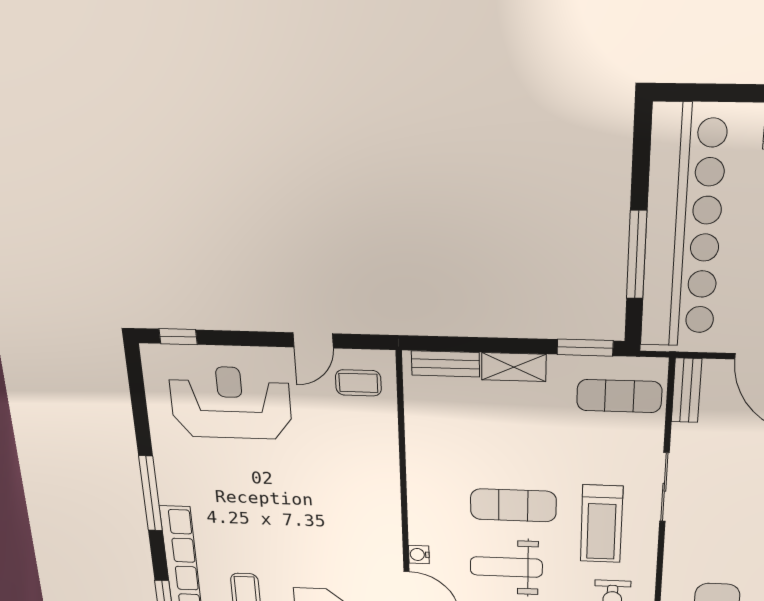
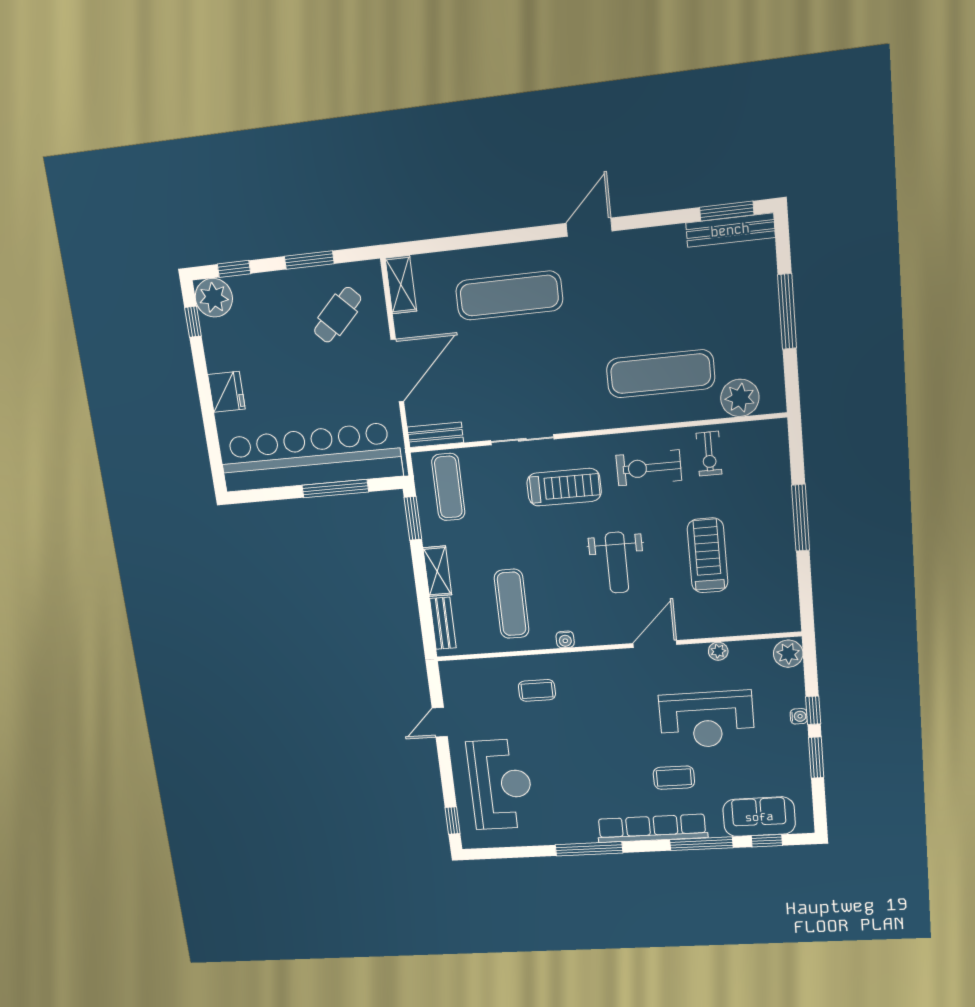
door: (313, 340) -> (440, 722), swing flipped
coffee table: (358, 383) -> (537, 690), moved, turned 90
reception desk: (231, 403) -> (500, 784), turned 180
exercise mat: (513, 505) -> (512, 604), moved
water cooler: (419, 555) -> (565, 639), moved

